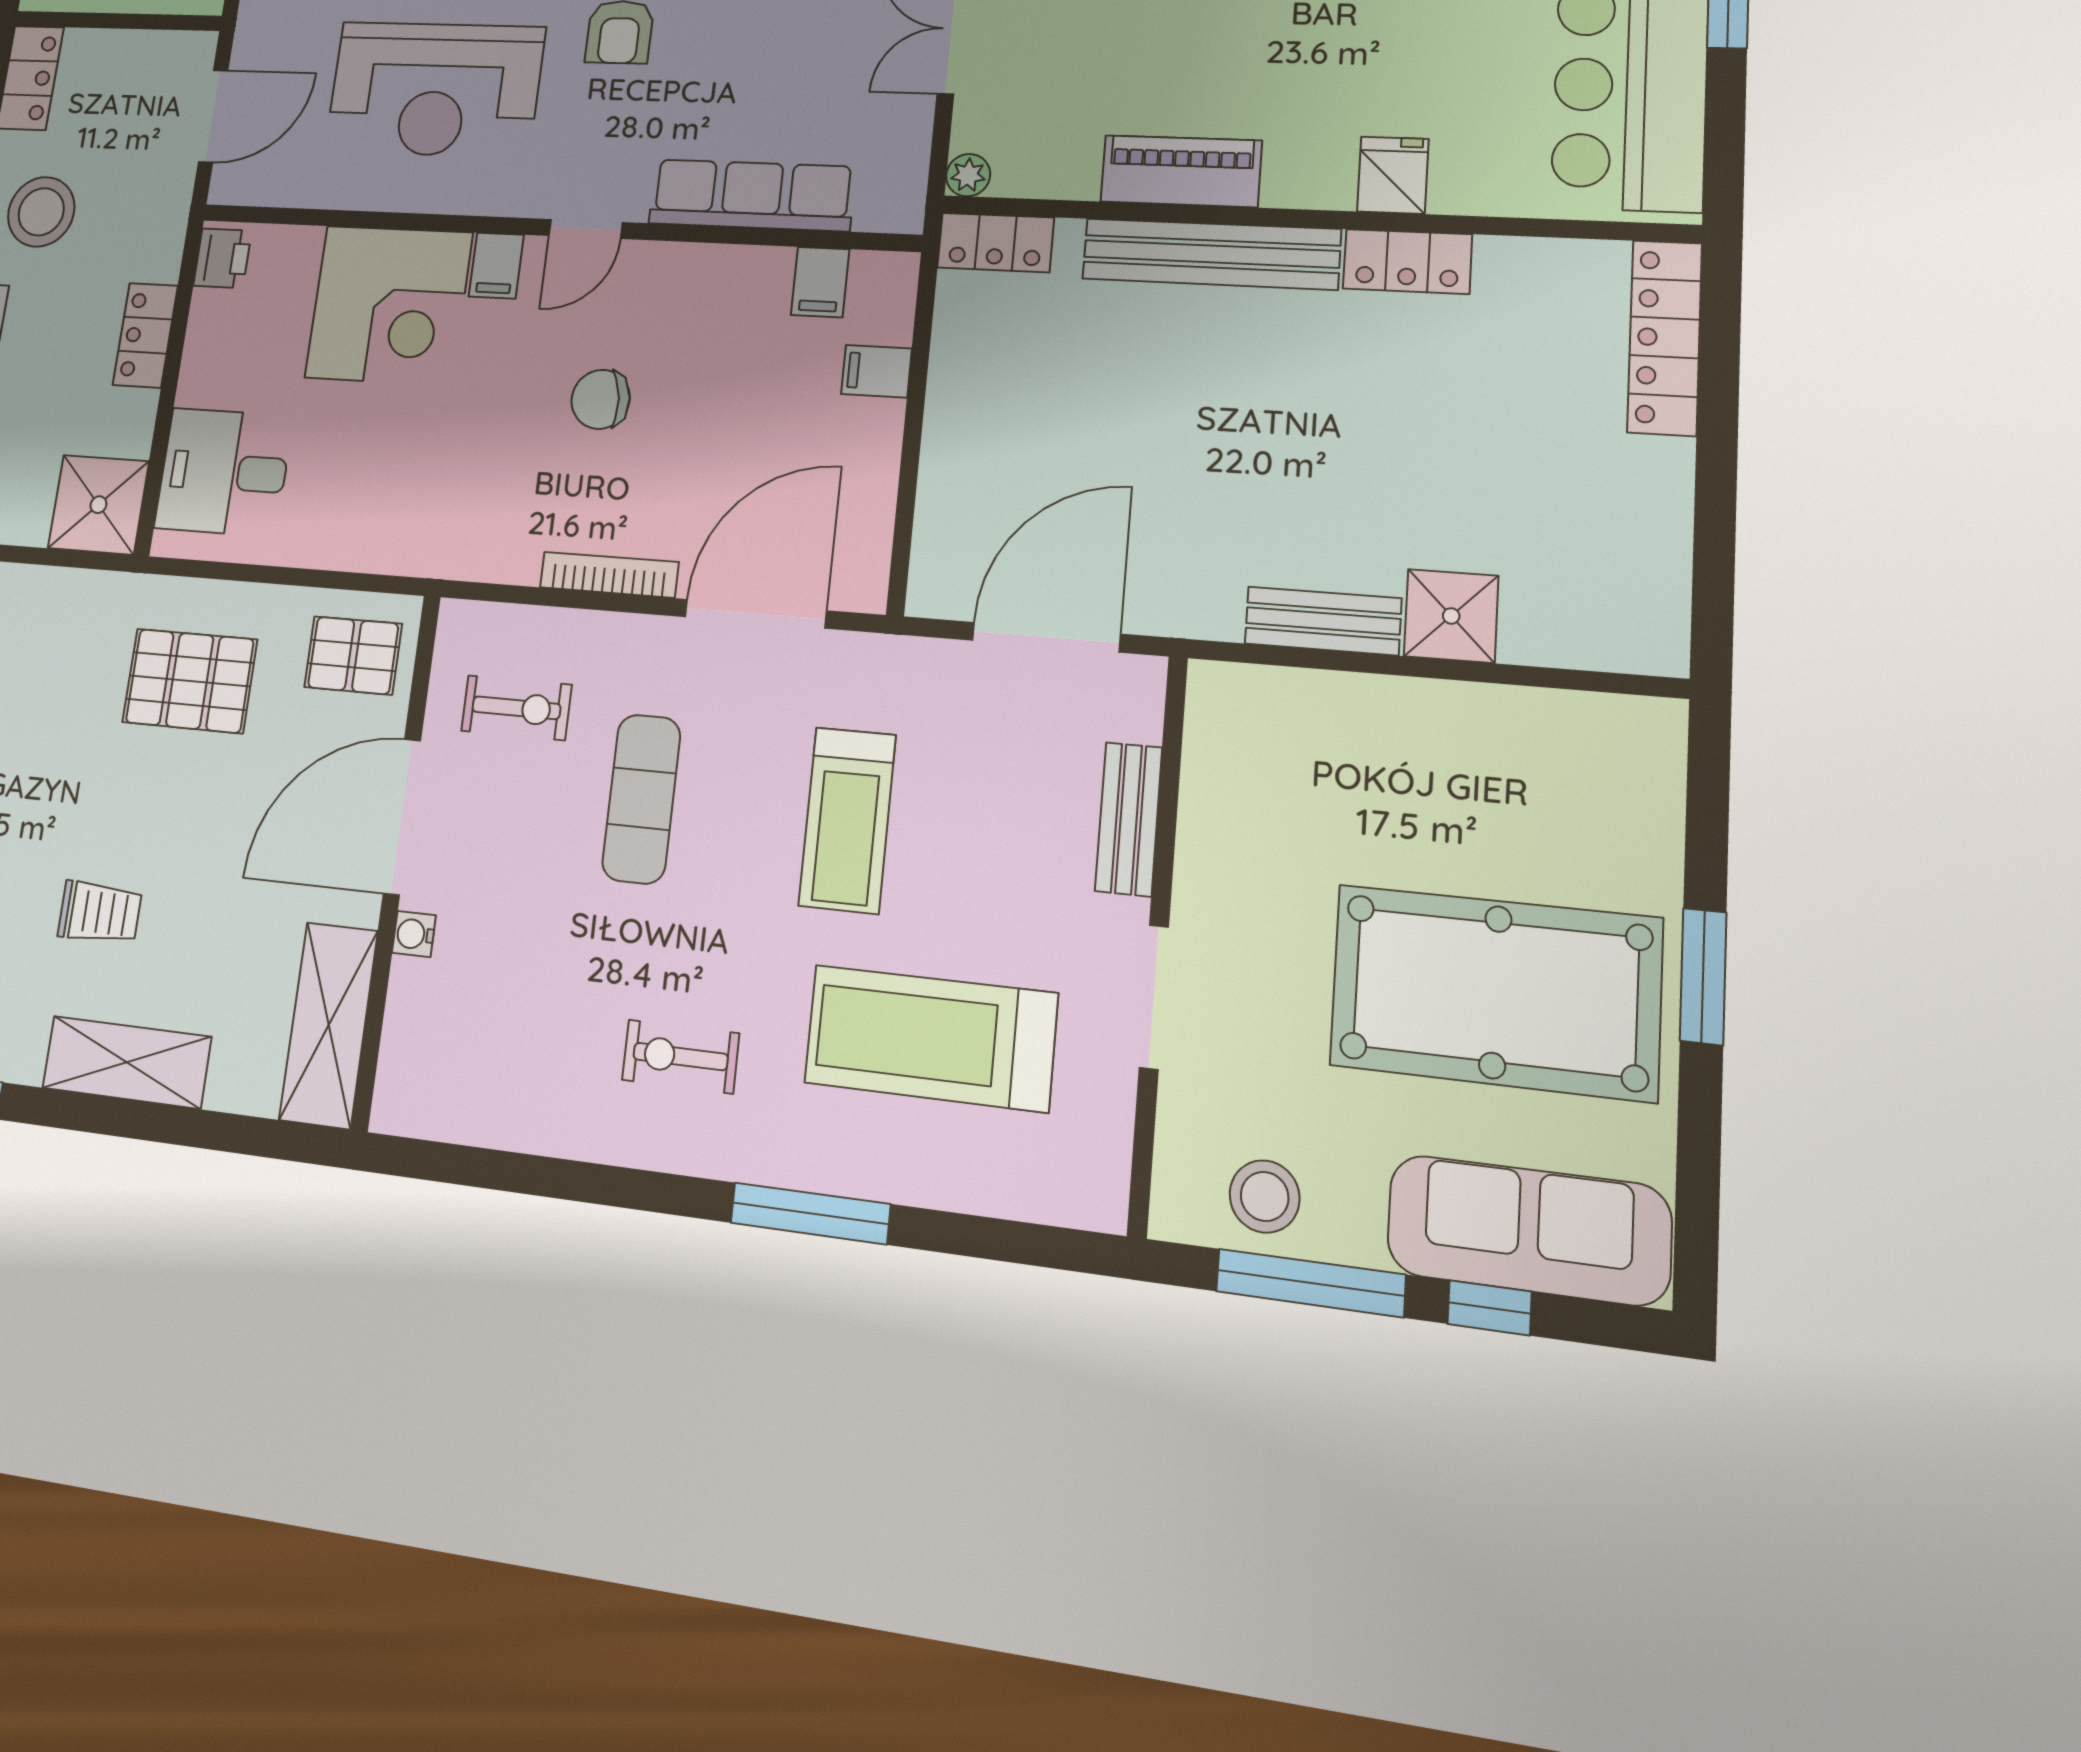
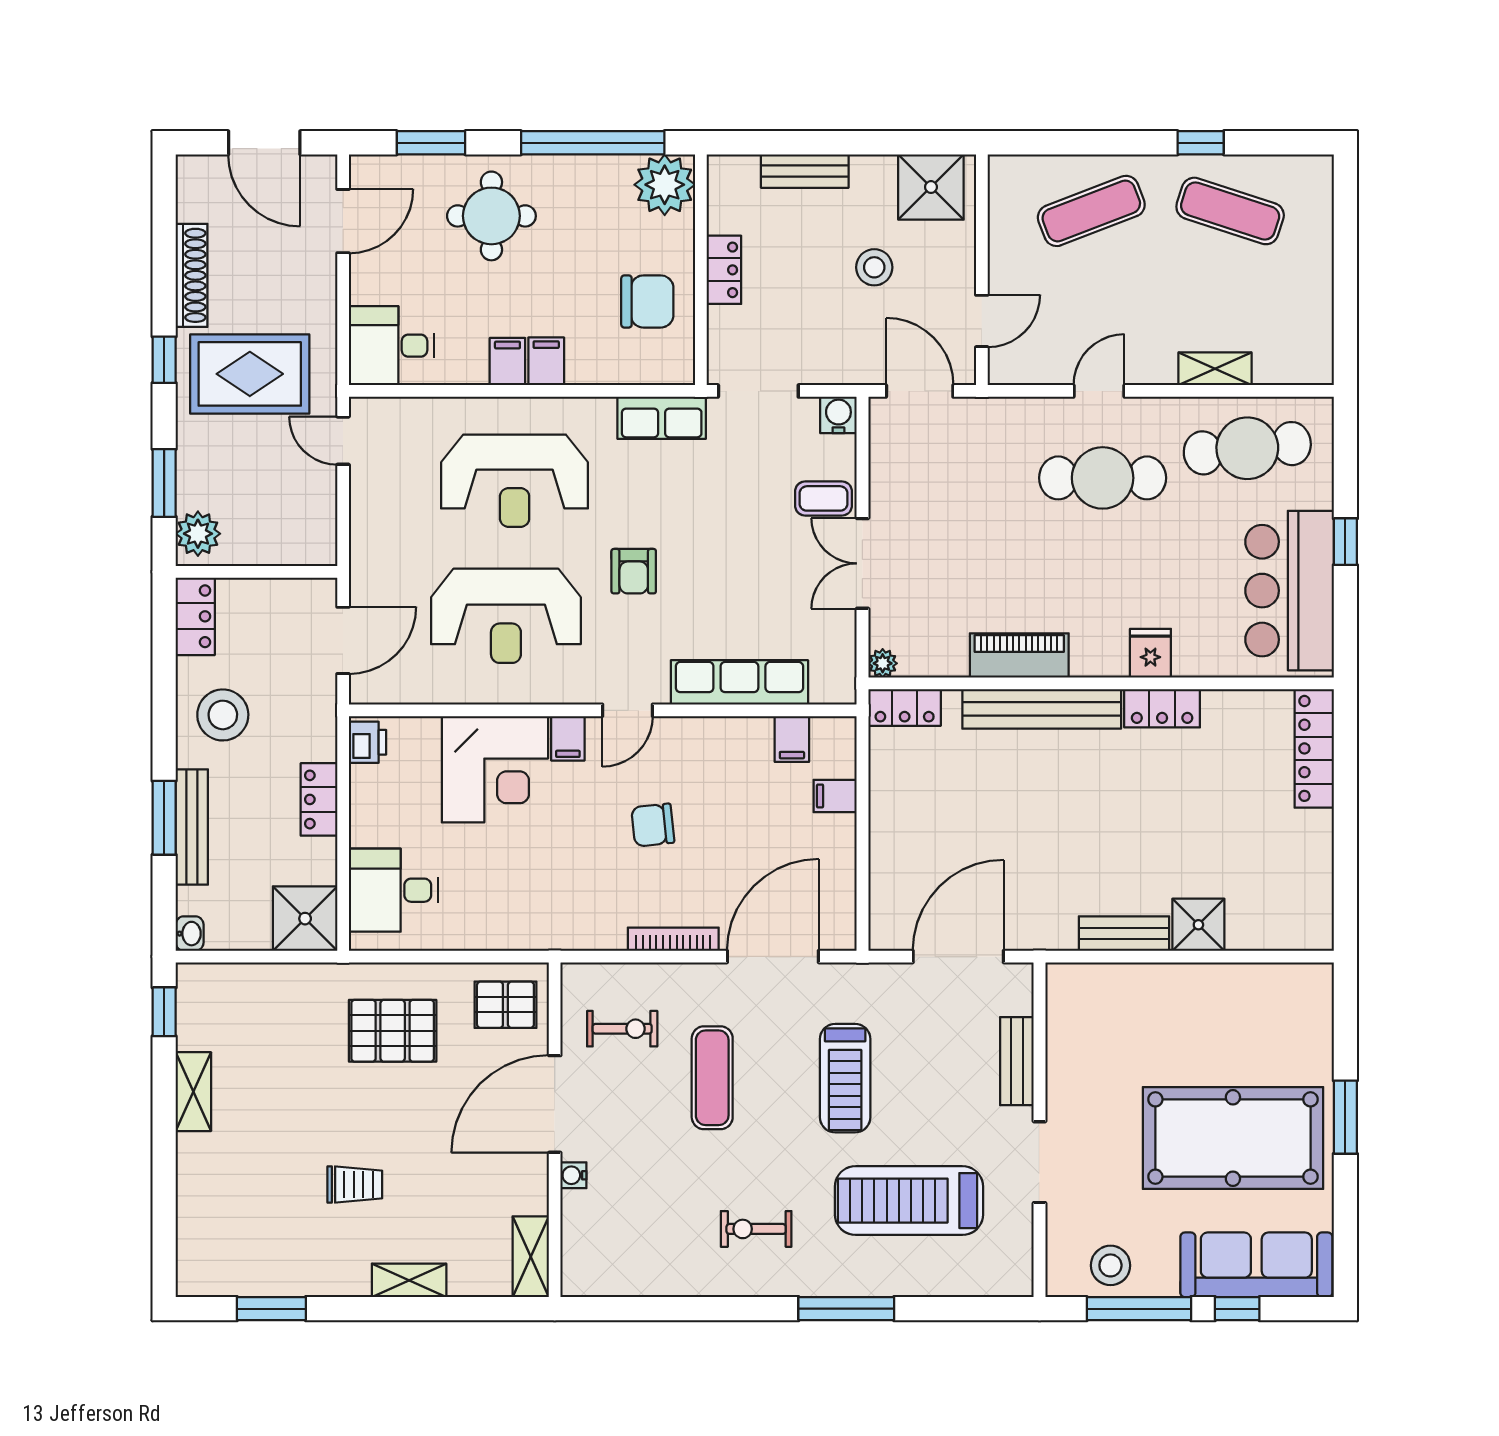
shelving: (329, 1025) -> (531, 1257), width x0.67, depth x0.75
shelving: (127, 1062) -> (409, 1280), width x0.67, depth x0.75

